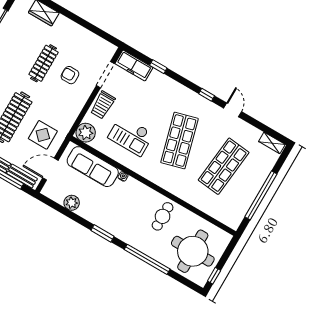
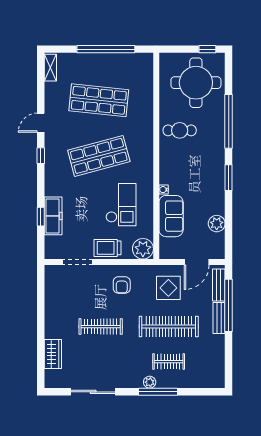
freezer: (134, 66) -> (53, 216), moved
armchair: (70, 75) -> (122, 285), moved
trolley: (103, 105) -> (107, 248), turned 180
sofa: (93, 167) -> (171, 216), width x0.73
door: (50, 169) -> (197, 262), hinge flipped

